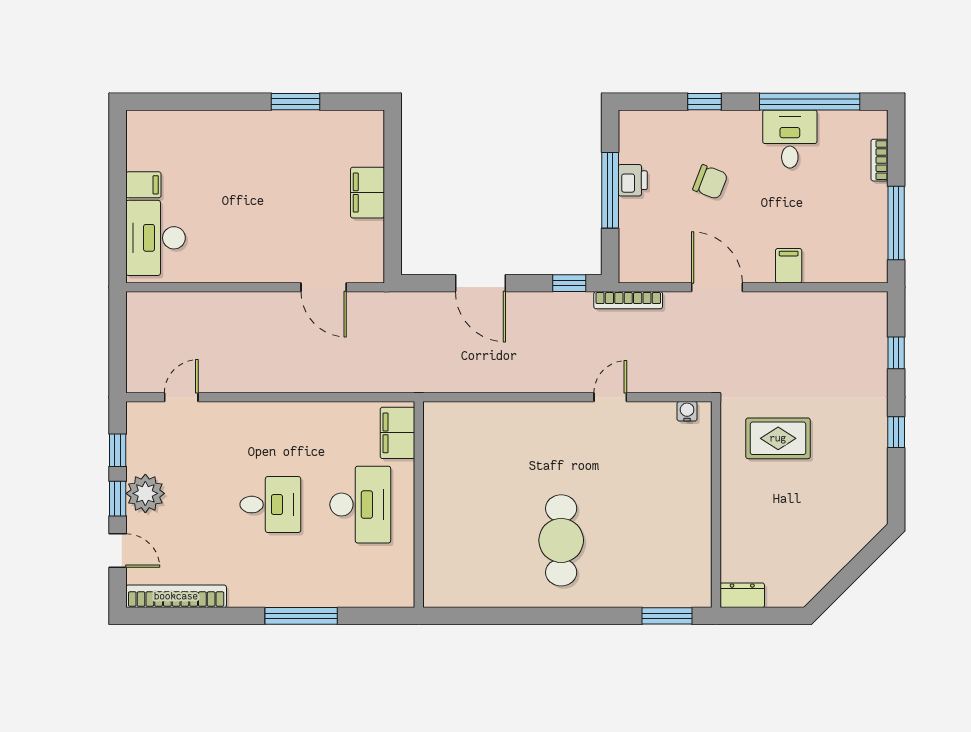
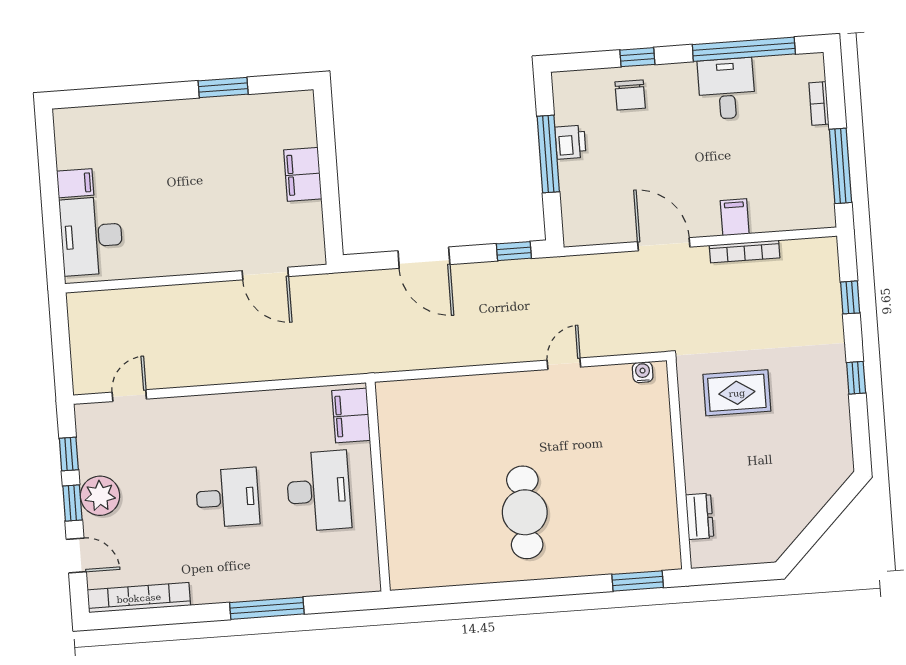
chair: (710, 182) -> (630, 95), moved, turned 69
bookcase: (628, 300) -> (745, 251), moved
dresser: (742, 595) -> (700, 516), moved, turned 90

